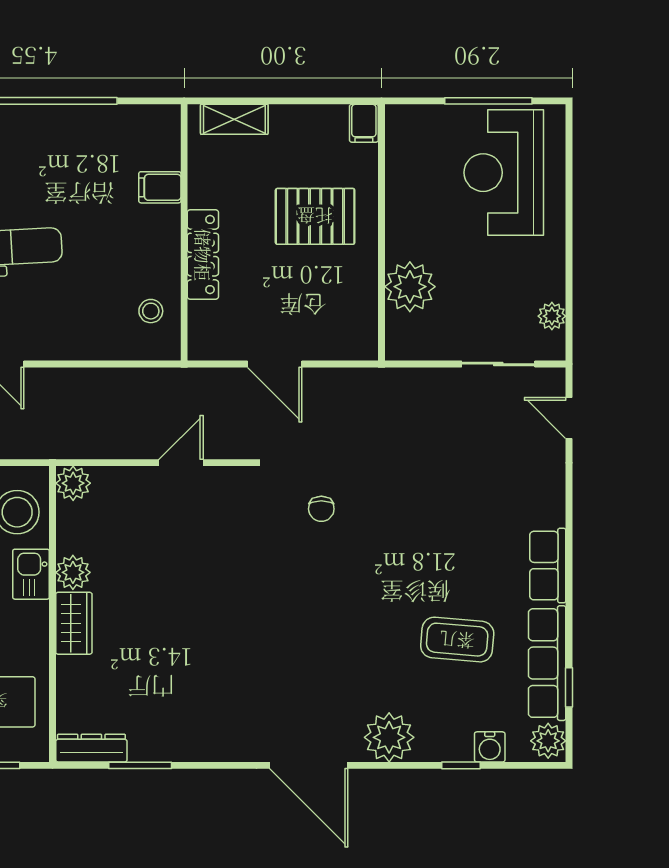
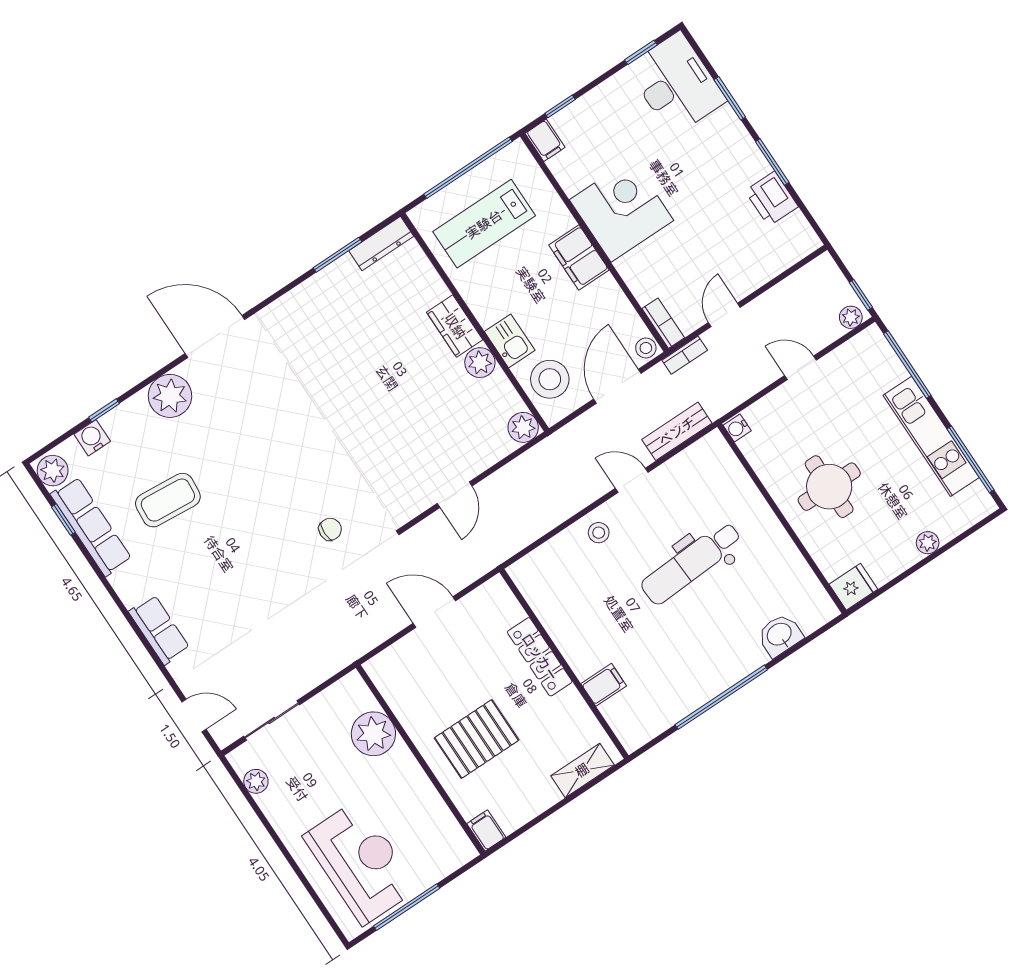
stool: (151, 311) -> (599, 533), moved
chair: (321, 509) -> (330, 529), turned 90
row of seats: (548, 566) -> (159, 630), moved

